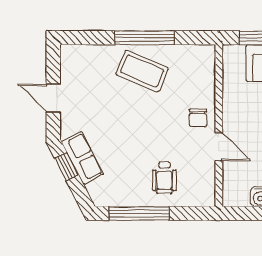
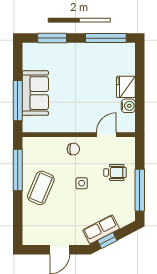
window: (144, 38) -> (18, 170), moved
side table: (149, 130) -> (82, 183), added
door: (219, 146) -> (106, 135), moved

